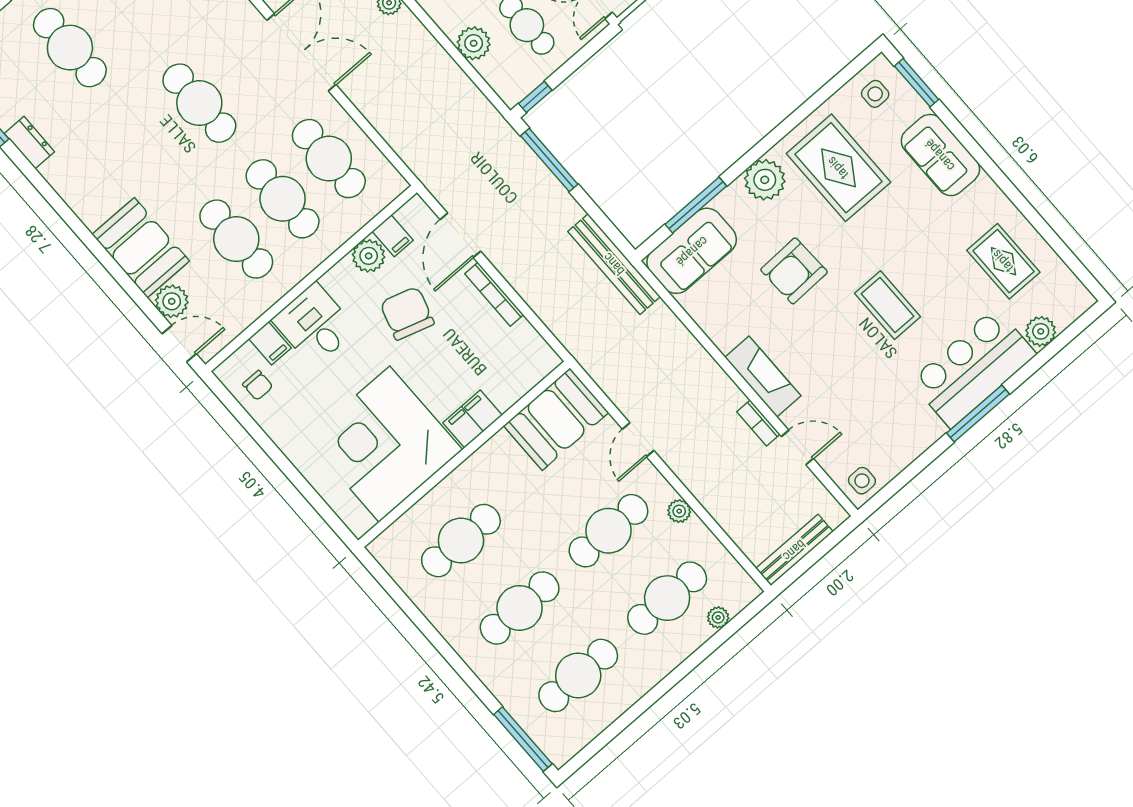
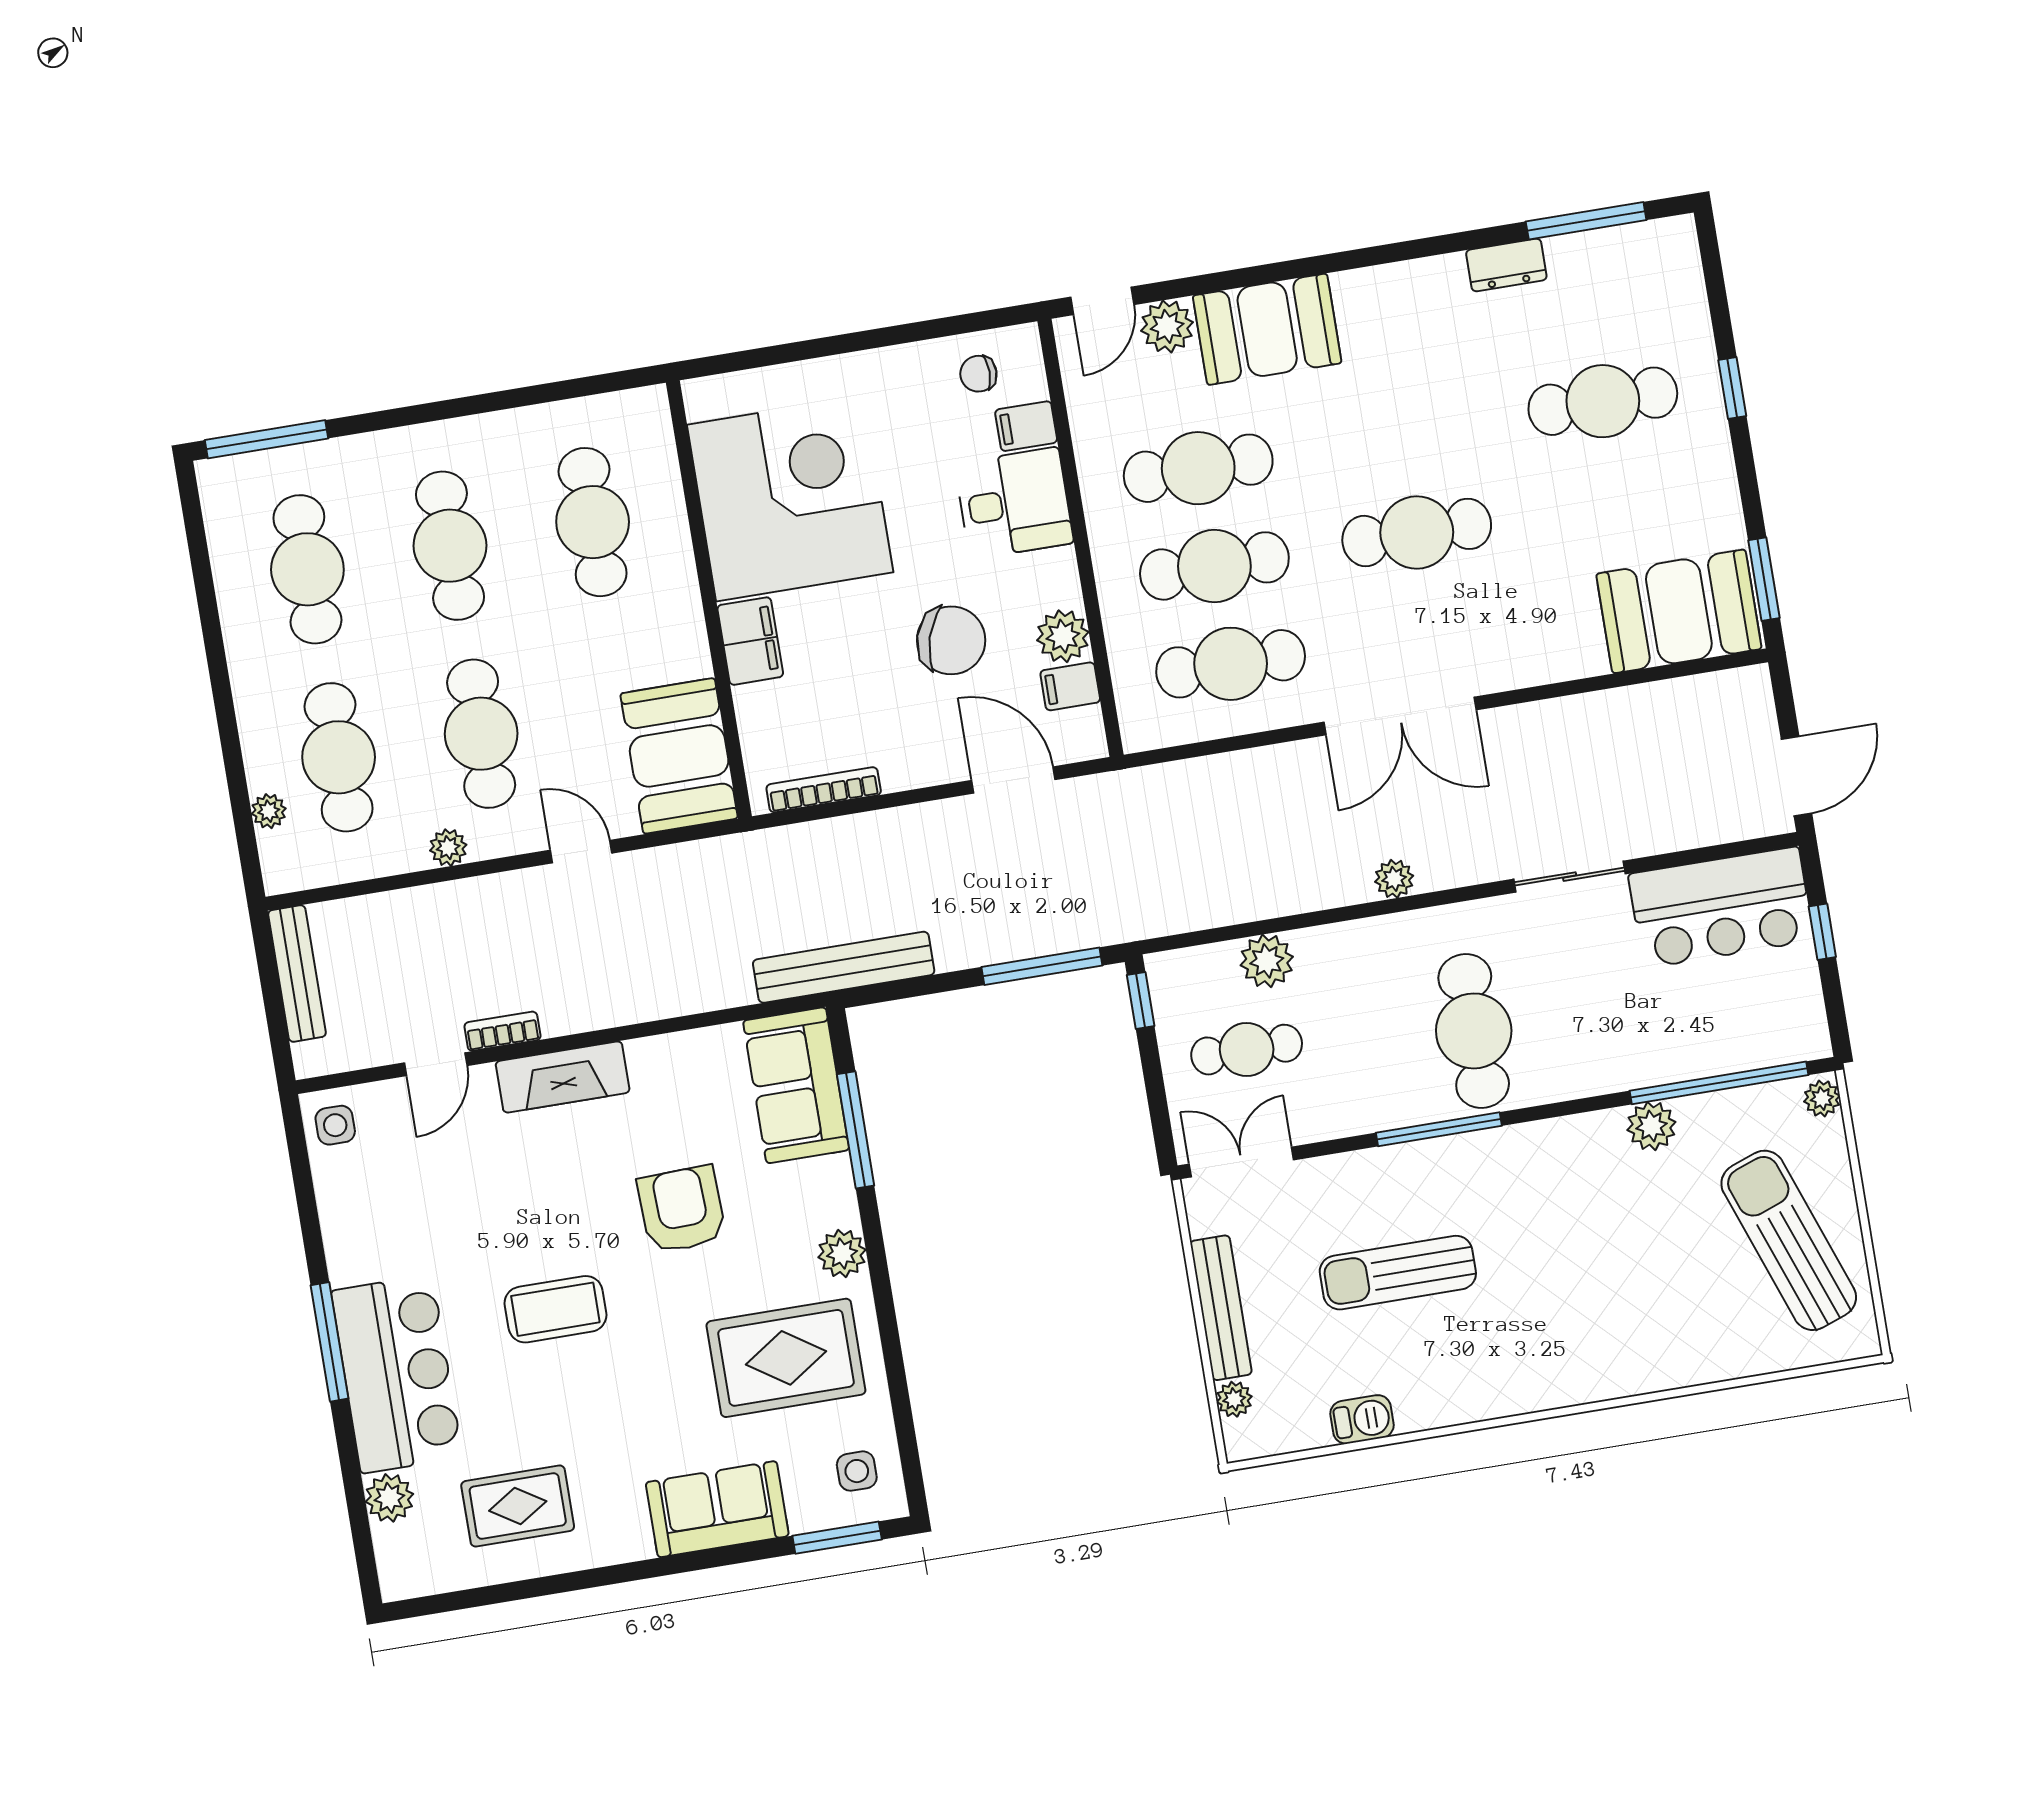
plant: (765, 180) -> (842, 1253), width x0.73, depth x0.73
bookcase: (494, 294) -> (824, 790), moved

